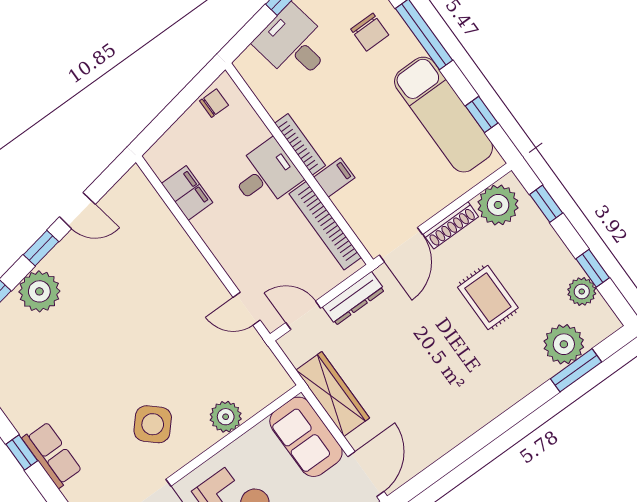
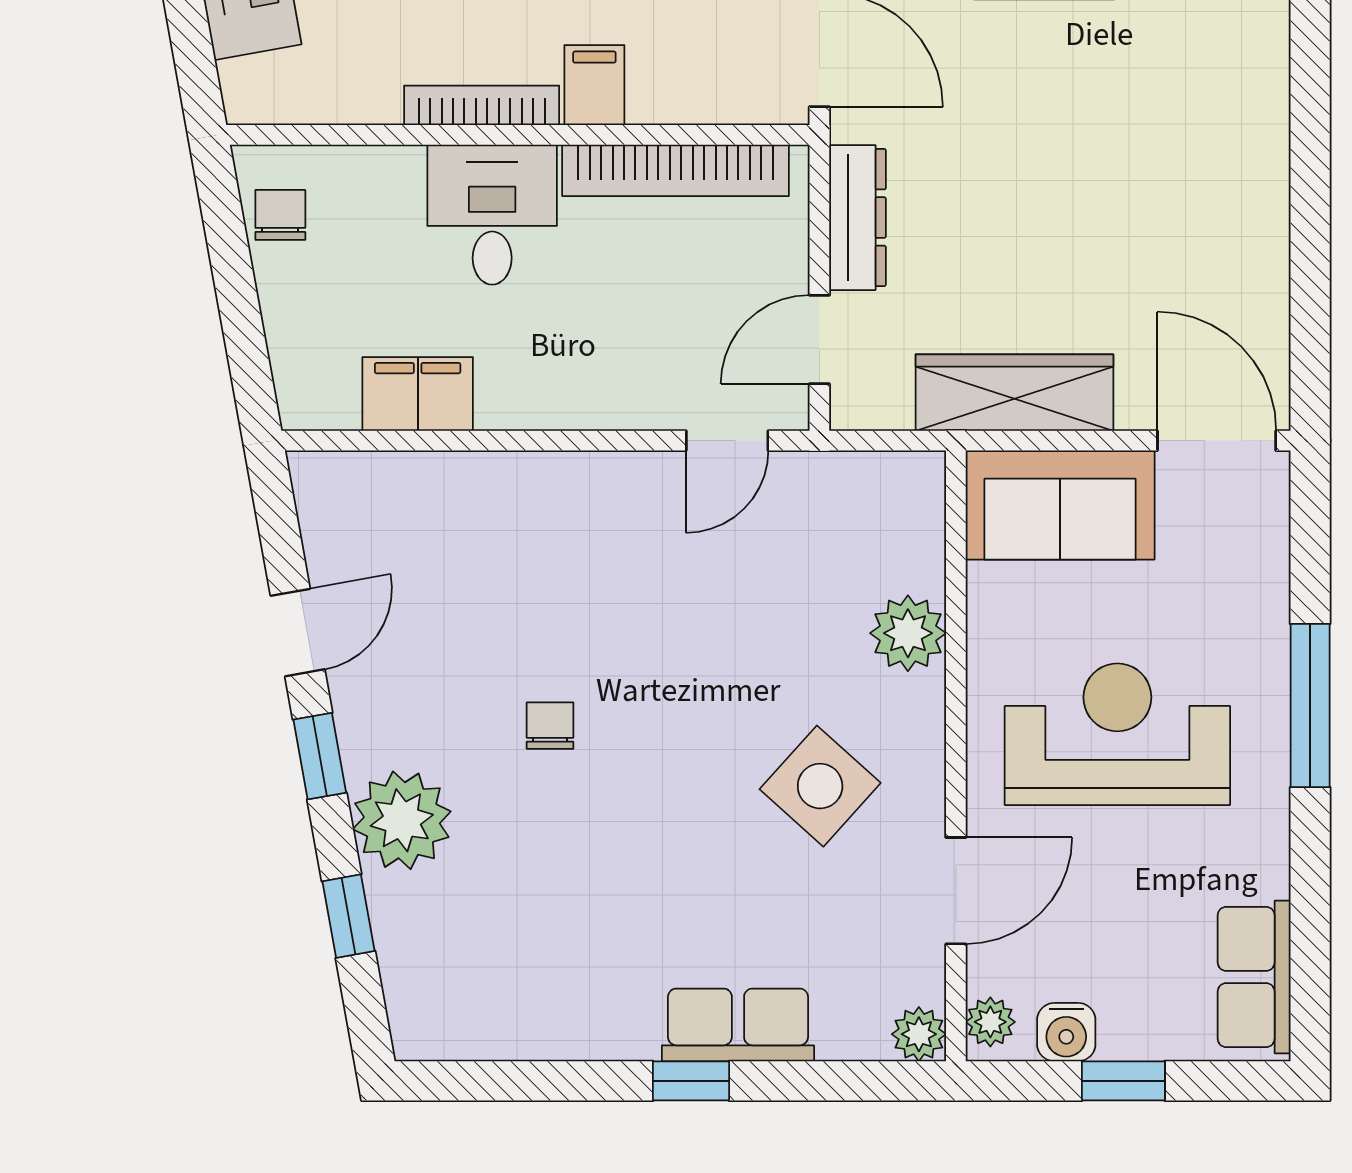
chair: (107, 318) -> (550, 726), added

